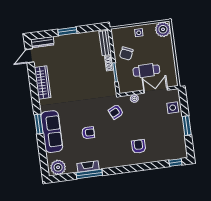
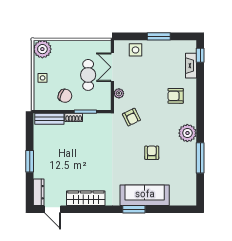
fireplace: (88, 166) -> (191, 66), moved
plant: (58, 167) -> (187, 133), moved

